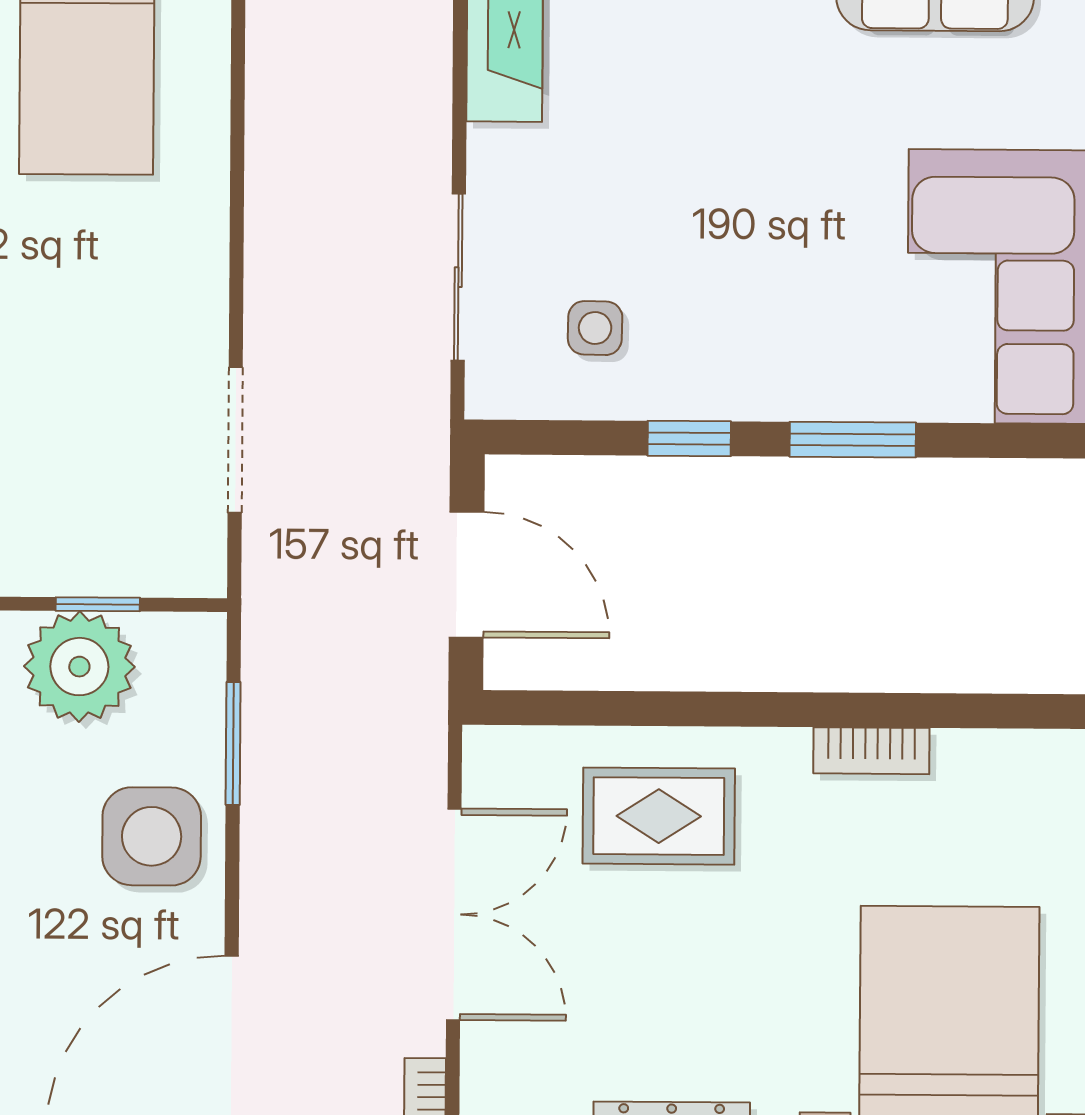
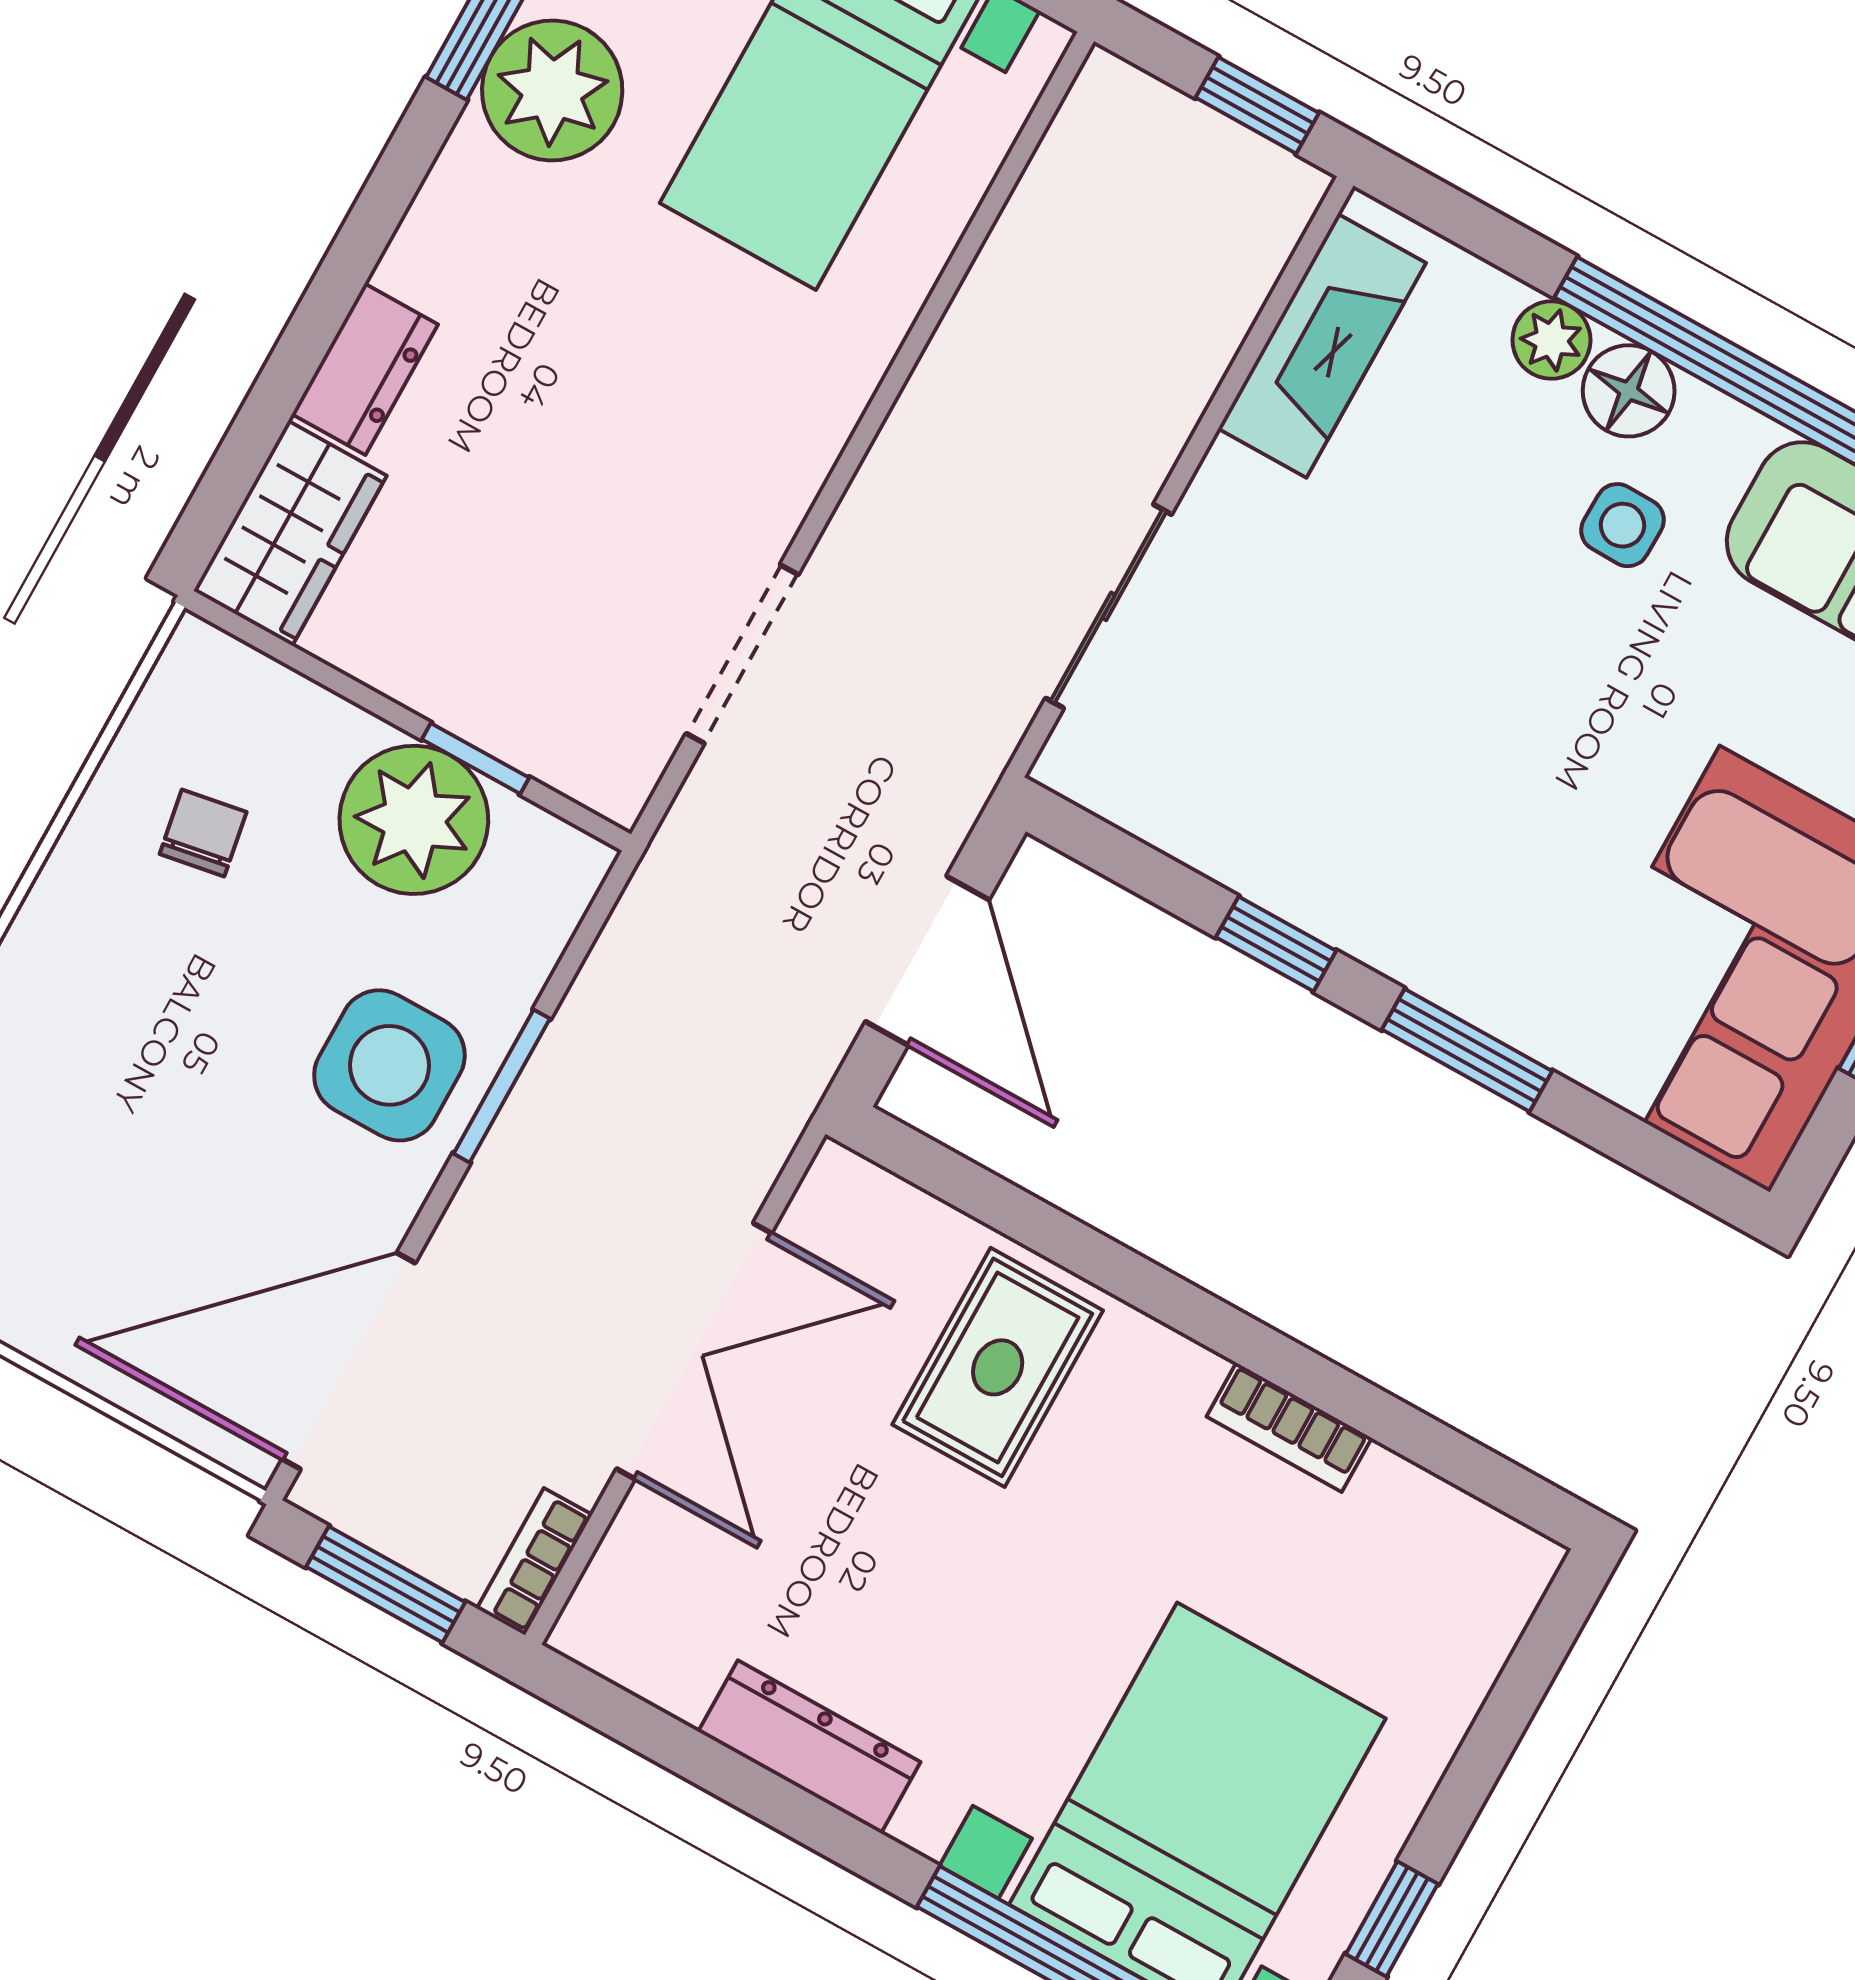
side table: (595, 328) -> (1623, 525), moved
window: (233, 743) -> (502, 1086), moved
rug: (659, 816) -> (998, 1367), turned 90

